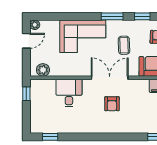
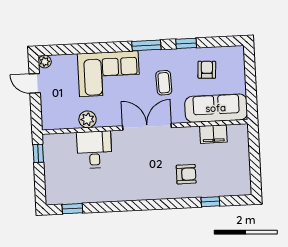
door: (26, 41) -> (35, 83), swing flipped
plant: (43, 70) -> (88, 119), moved
armchair: (112, 104) -> (186, 174), moved, turned -90

